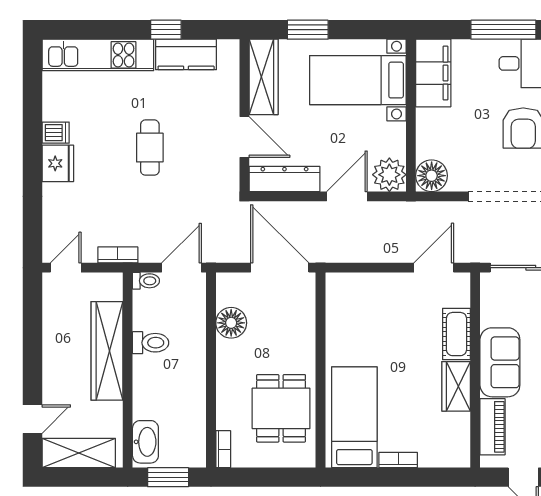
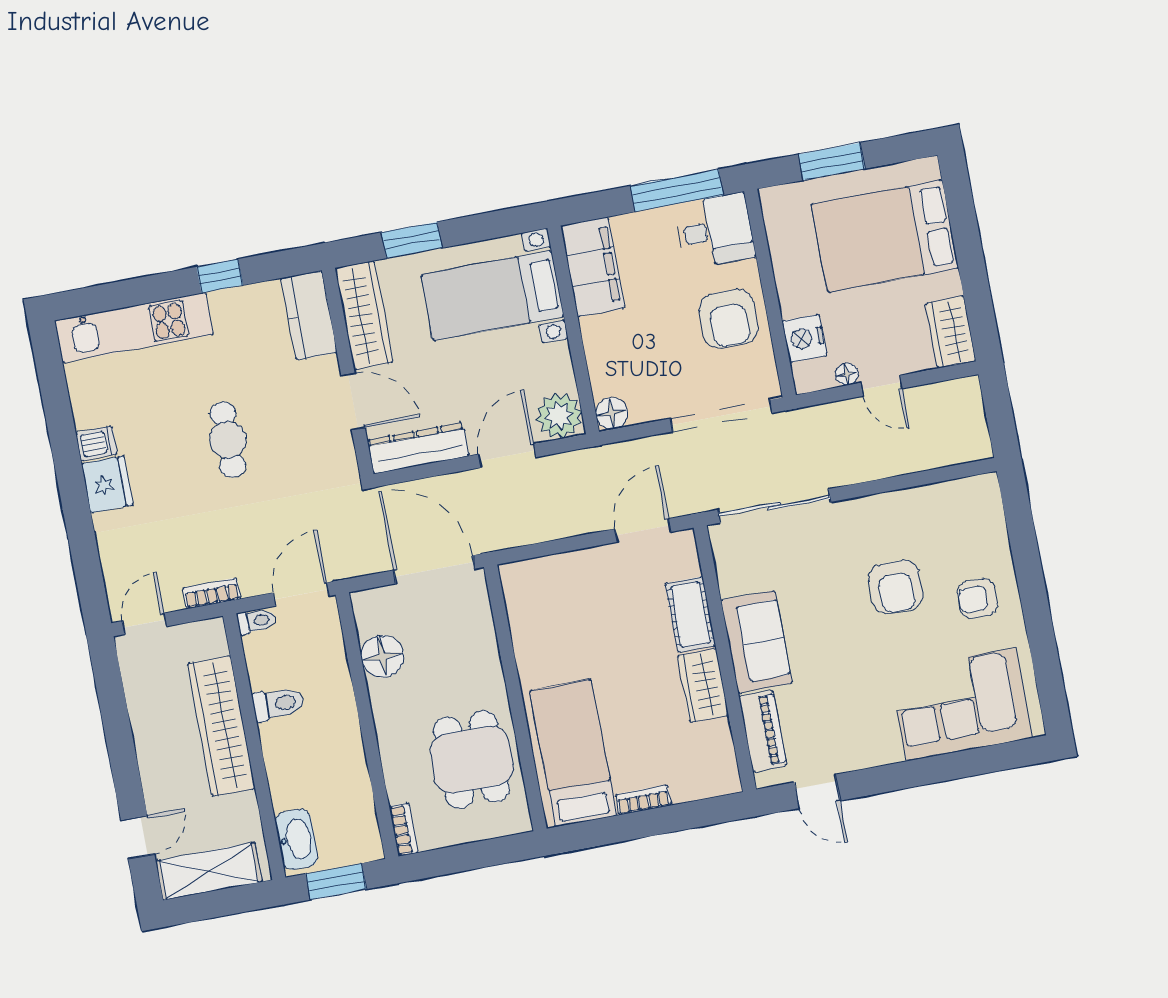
kitchen counter: (186, 54) -> (309, 315), moved, turned 90
floor lamp: (432, 176) -> (612, 413), width x0.73, depth x0.73

